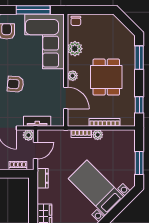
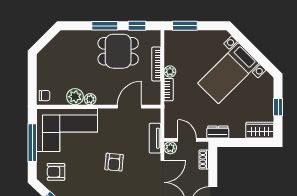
window: (139, 58) -> (105, 26), moved
plant: (73, 76) -> (90, 99), moved
dining table: (106, 77) -> (118, 51), moved
window: (139, 163) -> (185, 26), moved

